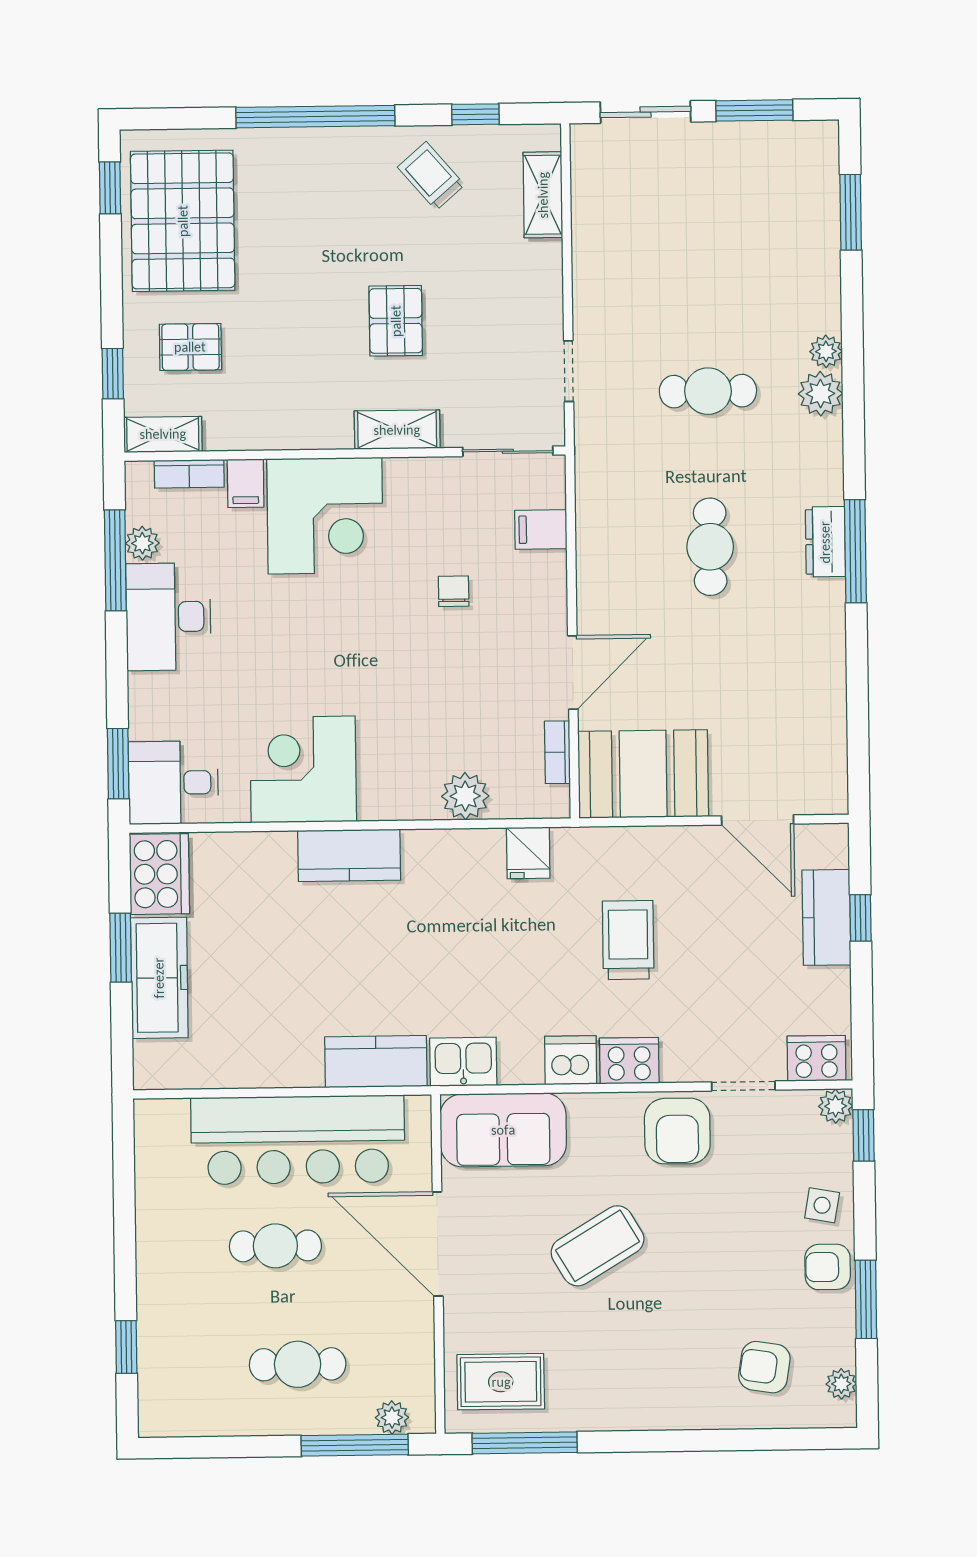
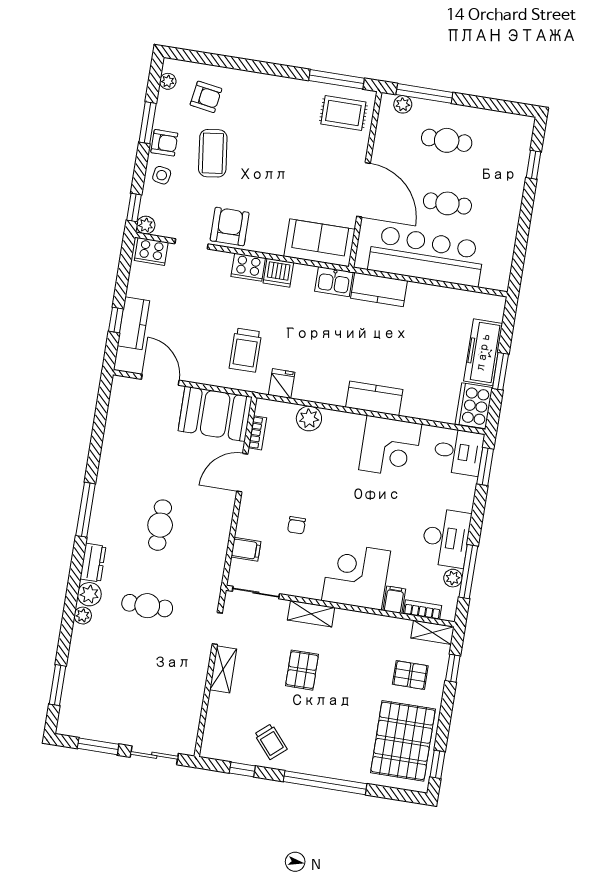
shelving: (543, 195) -> (223, 669), moved
dresser: (825, 542) -> (93, 563), moved
trolley: (628, 940) -> (245, 350), moved
coffee table: (598, 1246) -> (213, 153), moved, turned -66

